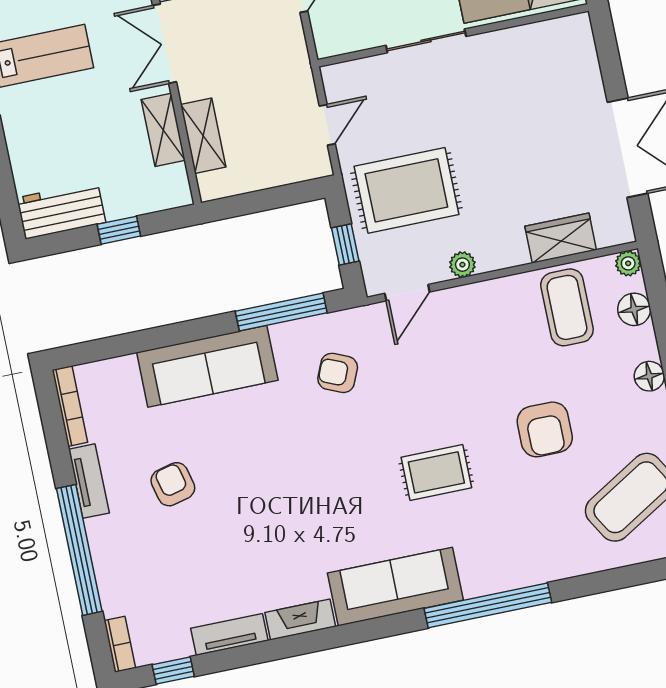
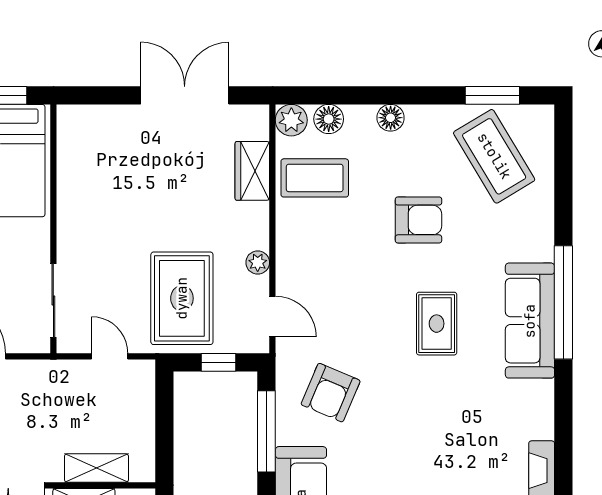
sliding door: (426, 41) -> (53, 301), moved
plant: (628, 263) -> (291, 120), width x1.38, depth x1.38
armchair: (338, 373) -> (331, 393), width x1.38, depth x1.38
sofa: (395, 587) -> (530, 321), moved

